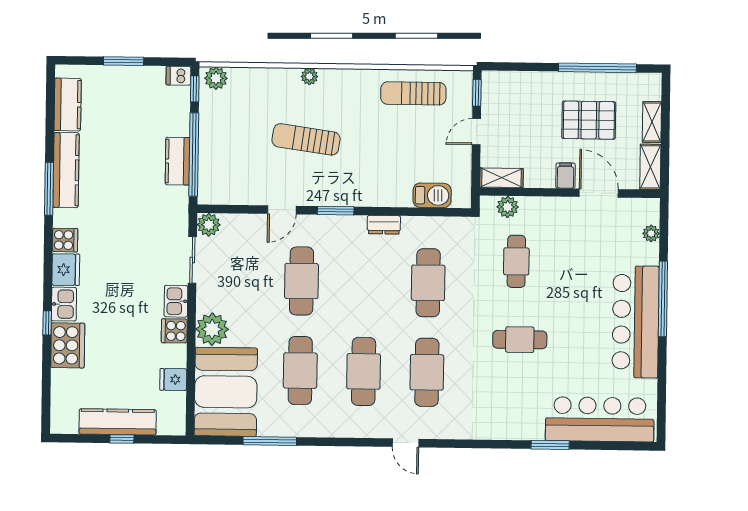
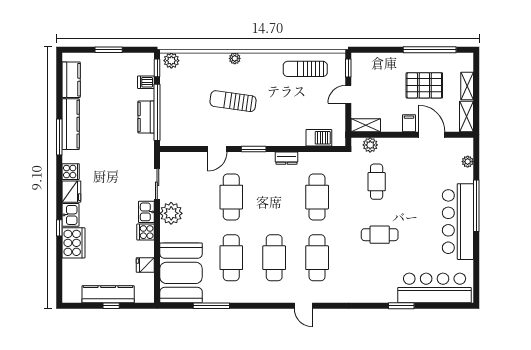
dishwasher: (178, 76) -> (146, 82), moved
plant: (209, 225) -> (168, 160), removed
plant: (212, 329) -> (171, 213), moved

